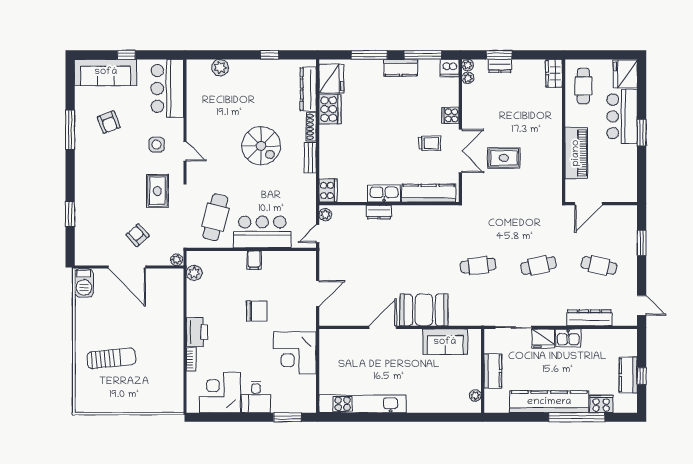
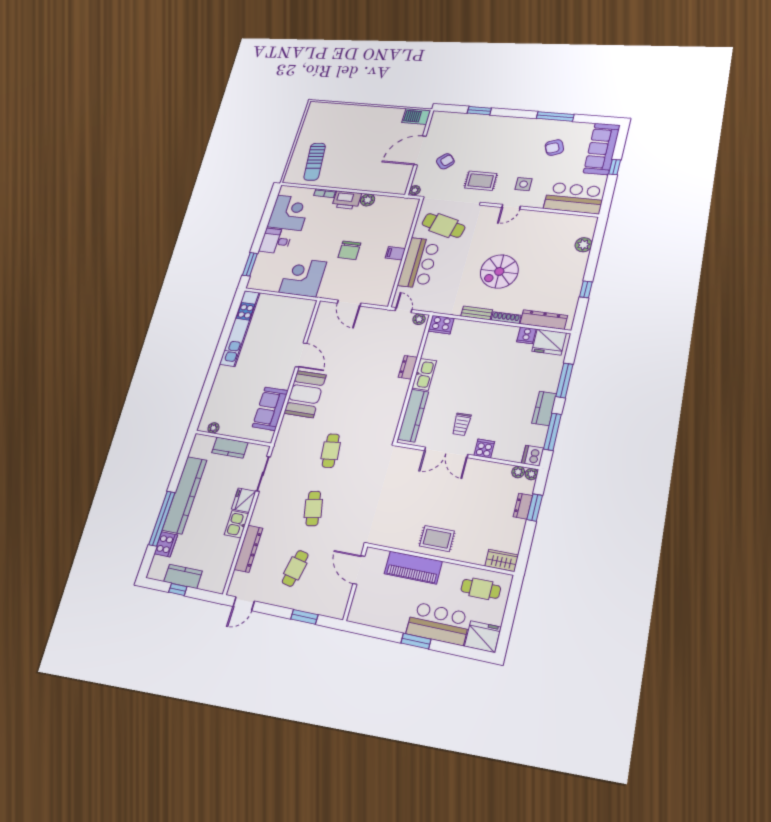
cooker: (330, 109) -> (526, 335), width x0.53, depth x0.76
rug: (504, 158) -> (437, 539), moved, turned 90
plant: (194, 273) -> (368, 200), moved
sun lounger: (111, 358) -> (315, 162), moved

